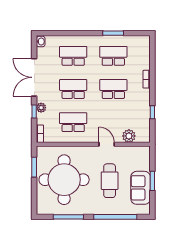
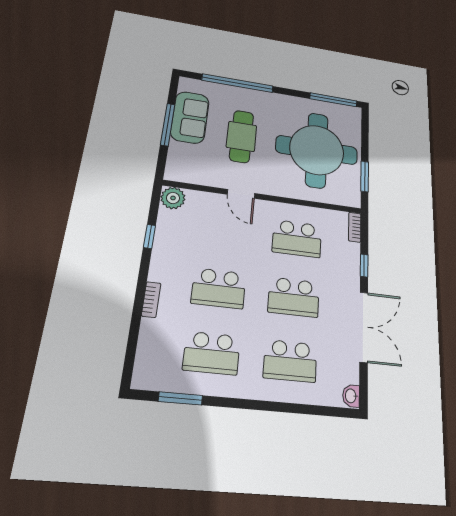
window: (113, 33) -> (180, 398), moved
plant: (41, 108) -> (352, 271), removed
plant: (129, 136) -> (173, 198), moved
window: (152, 181) -> (168, 124), width x1.44
window: (68, 217) -> (333, 100), moved

